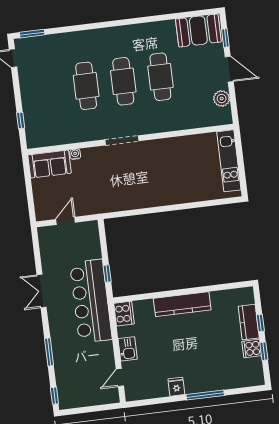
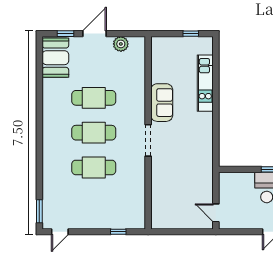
water cooler: (75, 154) -> (155, 185), removed
kitchen unit: (229, 161) -> (205, 83), moved, turned 90
sofa: (50, 164) -> (162, 103), moved
window: (242, 172) -> (191, 34), added
door: (66, 221) -> (216, 213), moved

